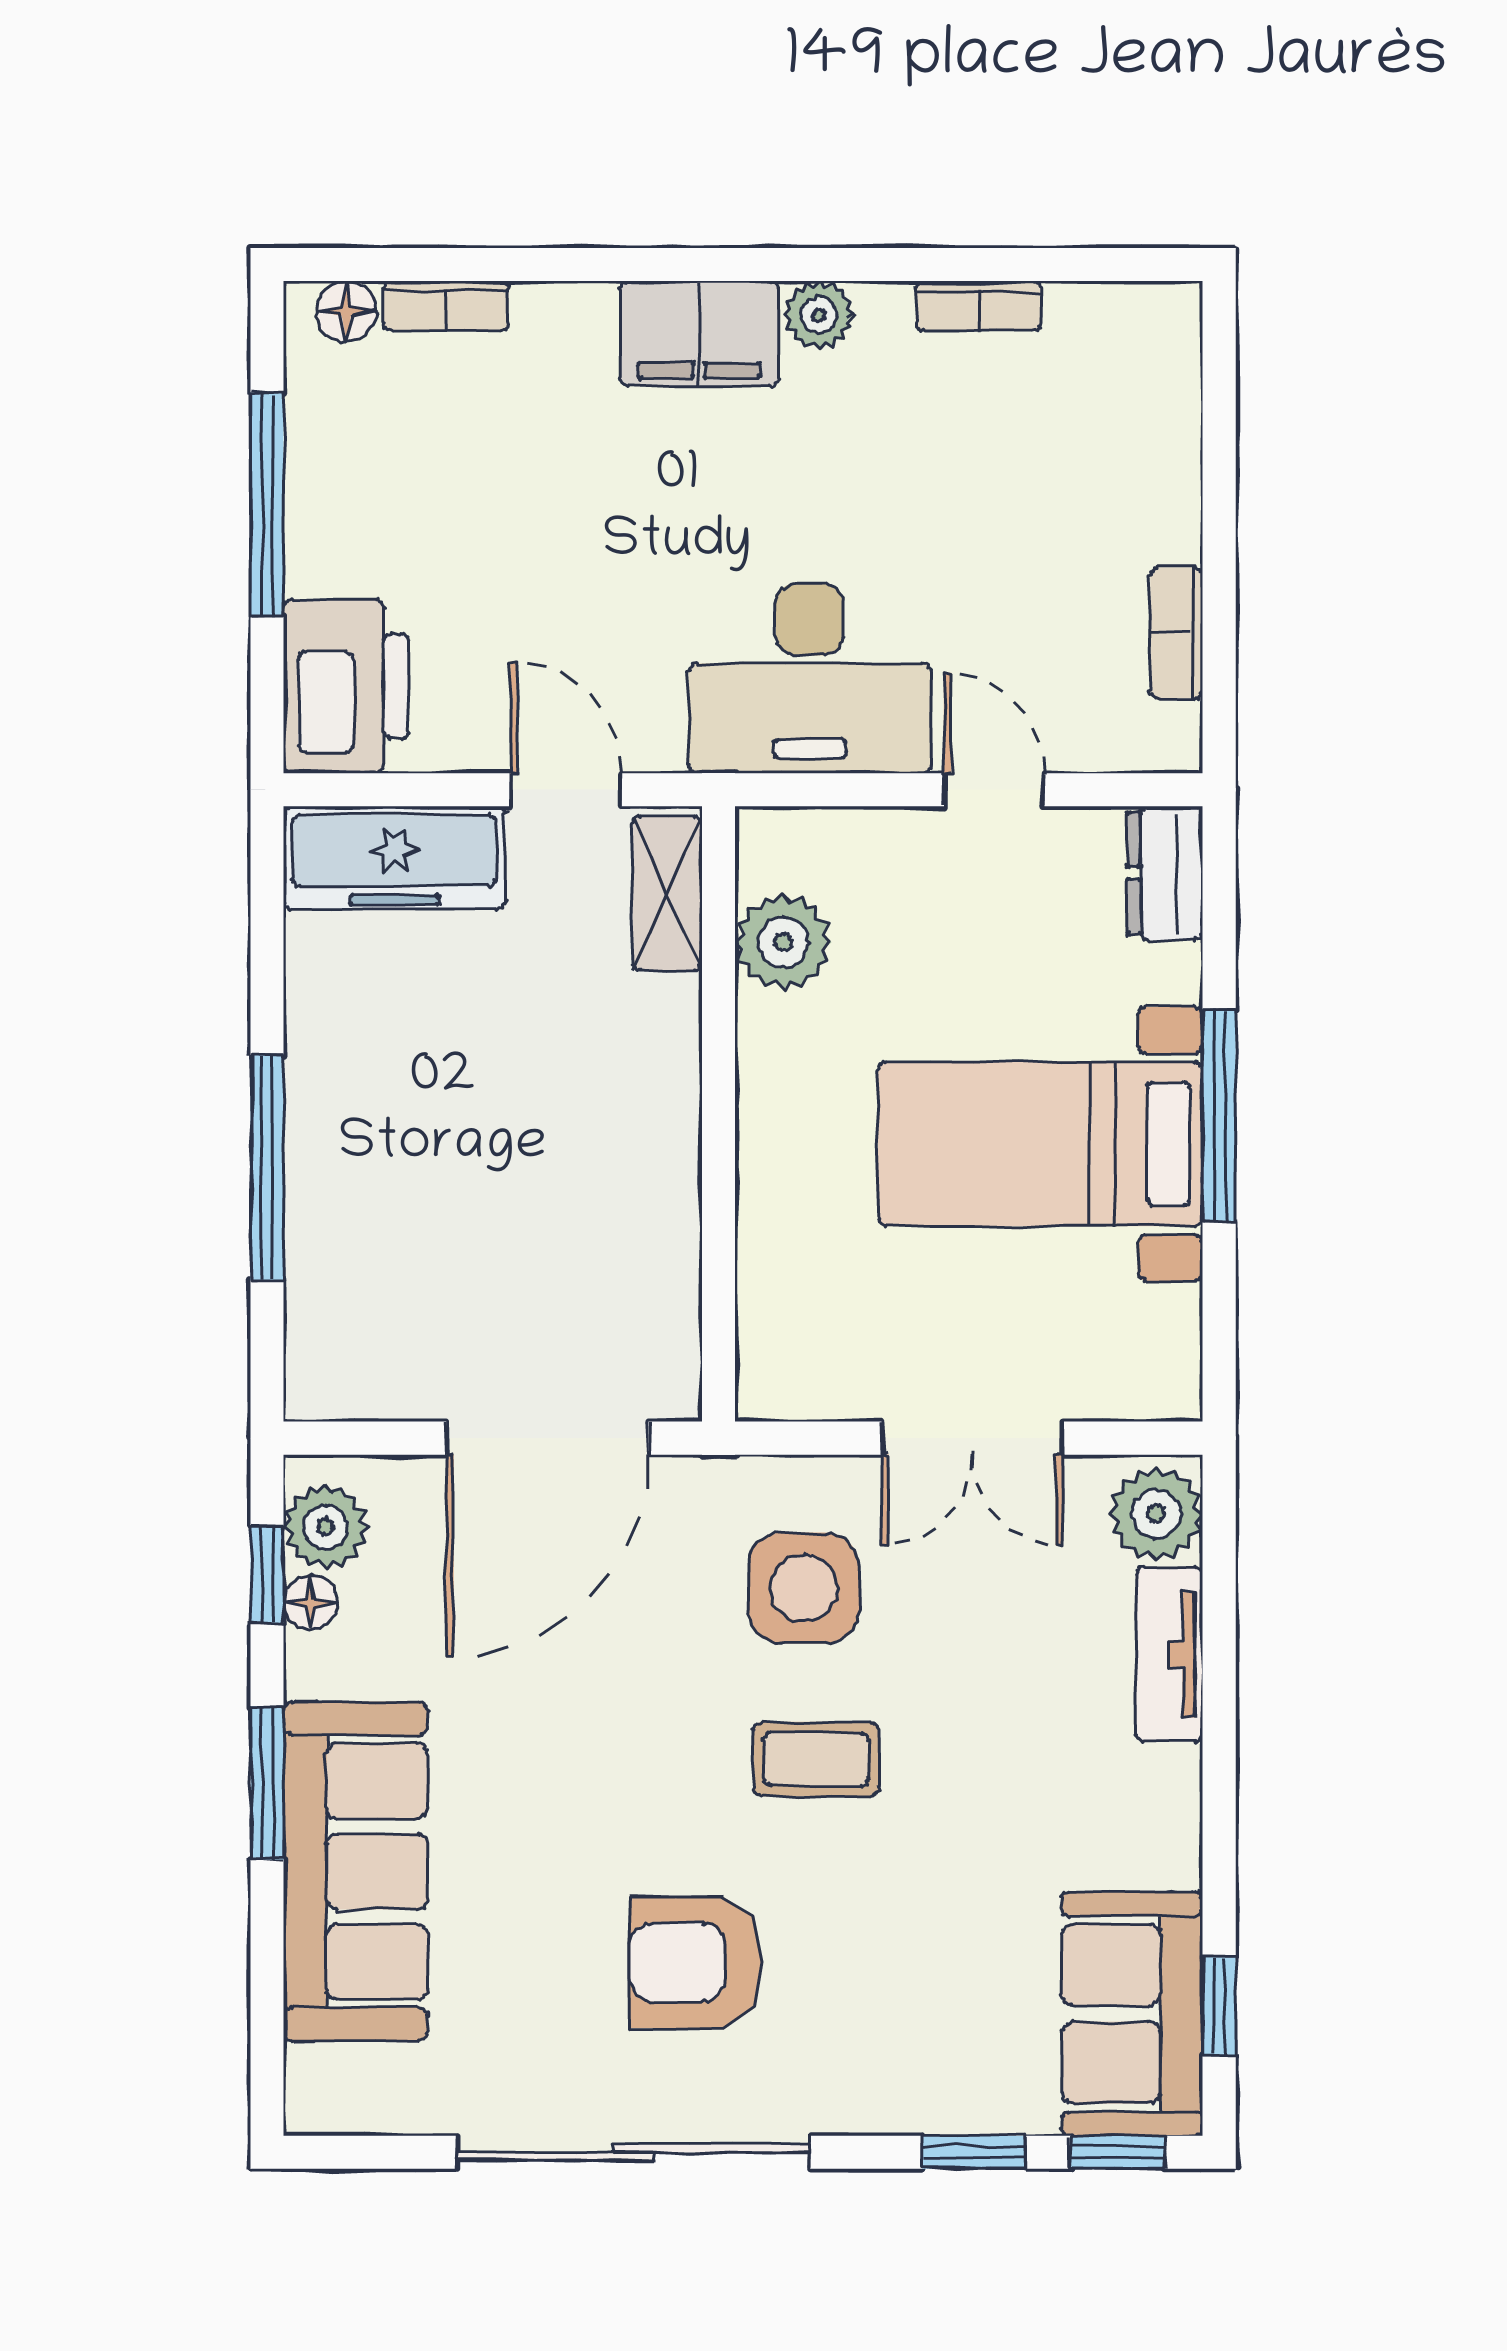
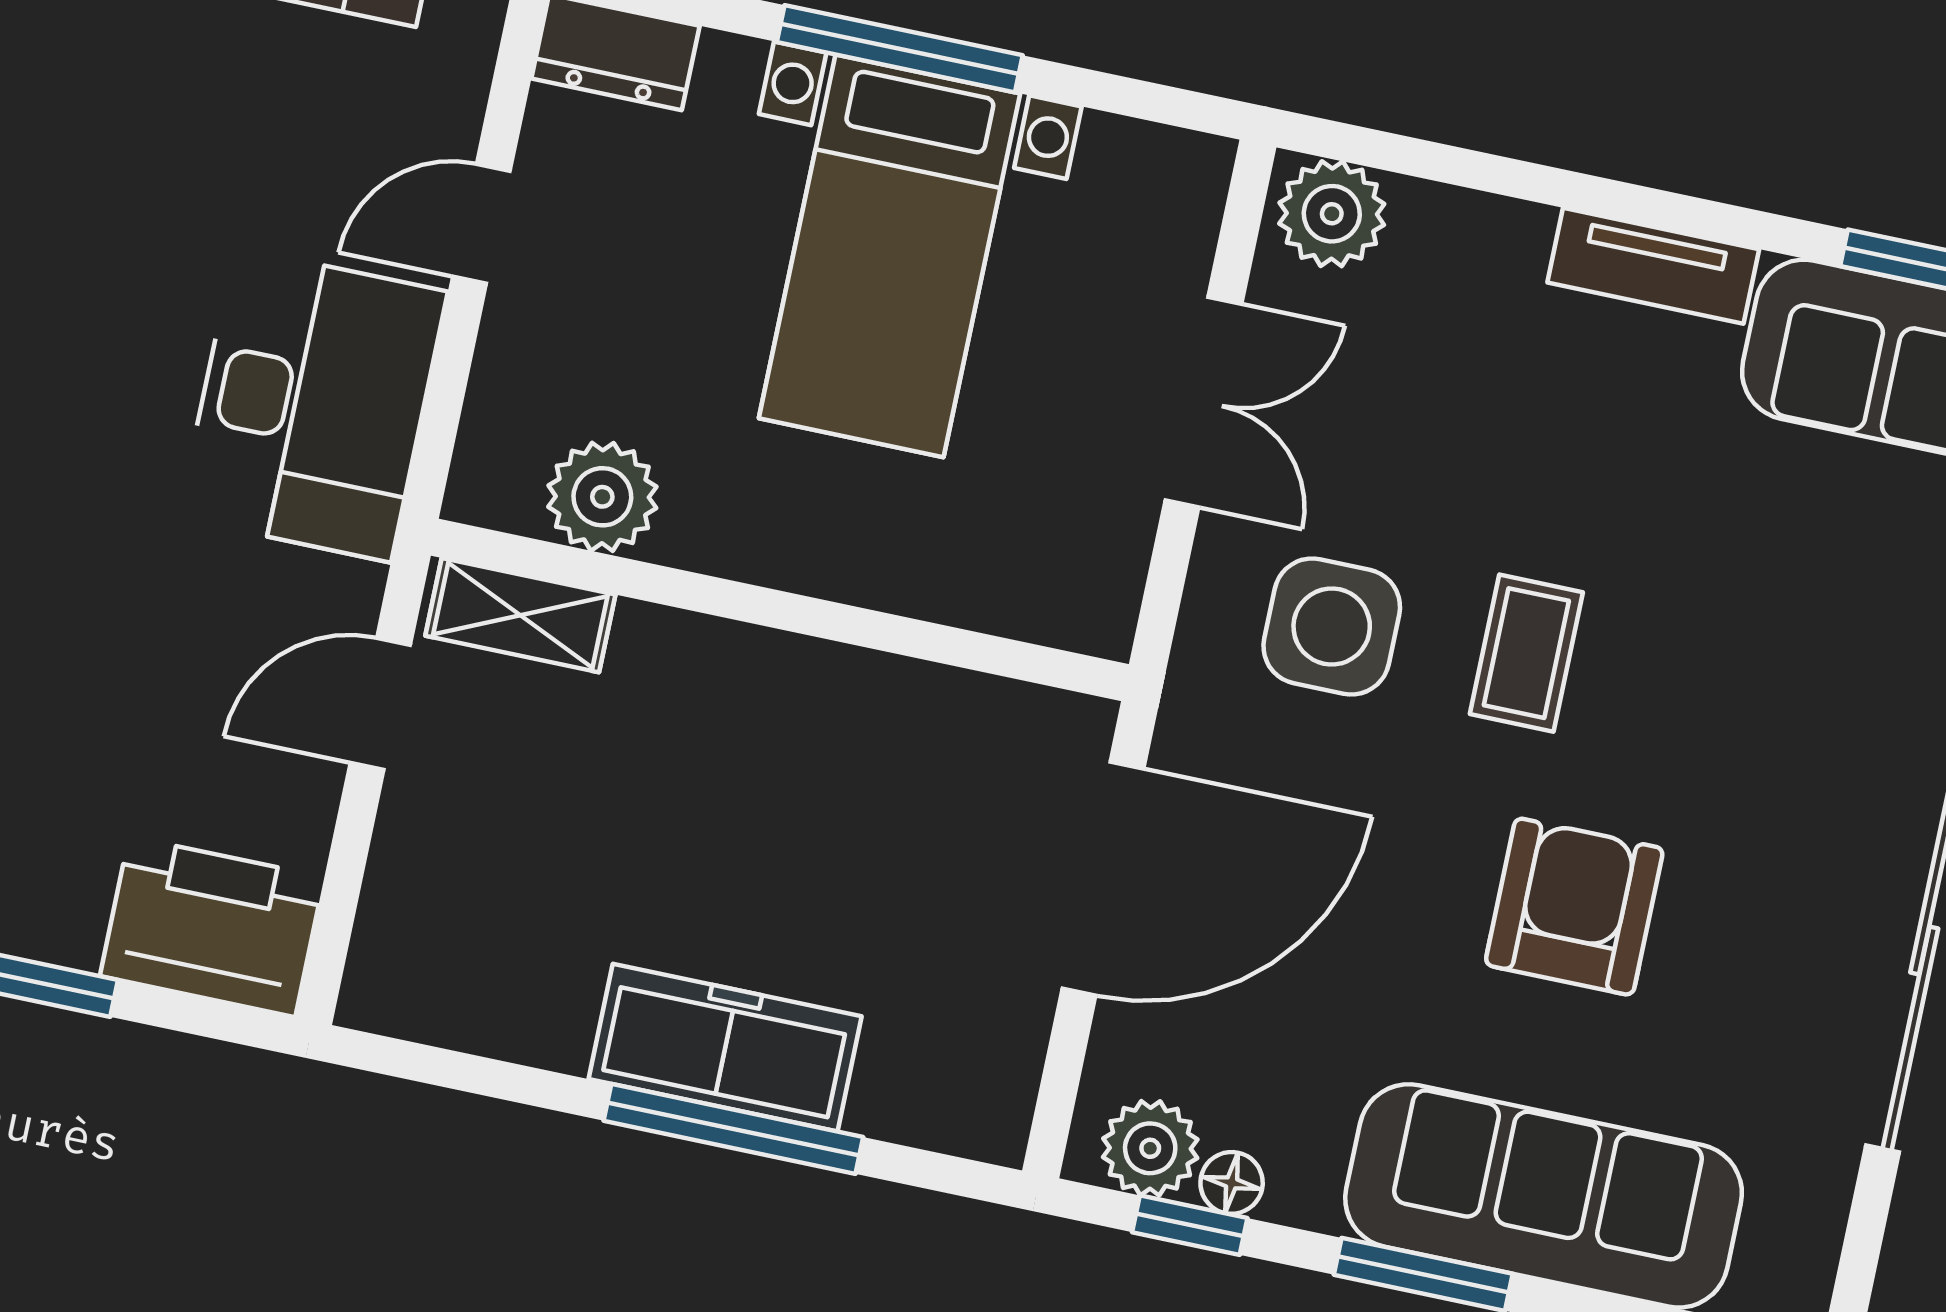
freezer: (394, 858) -> (725, 1048), moved, turned -90
door: (547, 1438) -> (1103, 878), hinge flipped
tv unit: (1169, 1655) -> (1653, 266), moved
armchair: (696, 1962) -> (1574, 907), moved, turned 180

